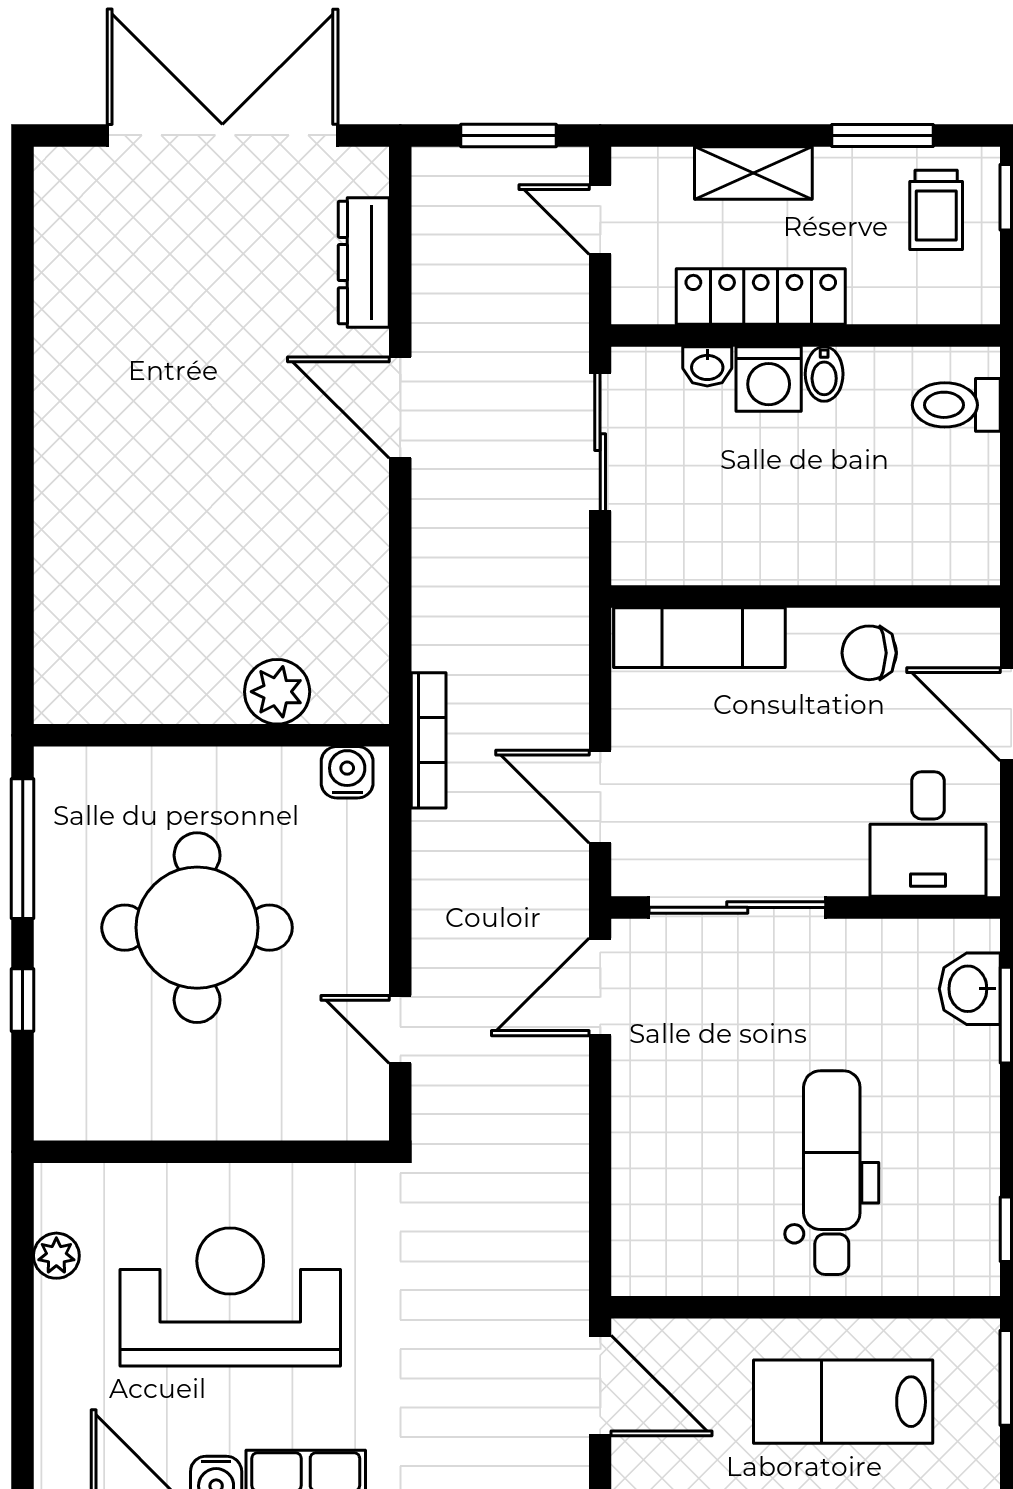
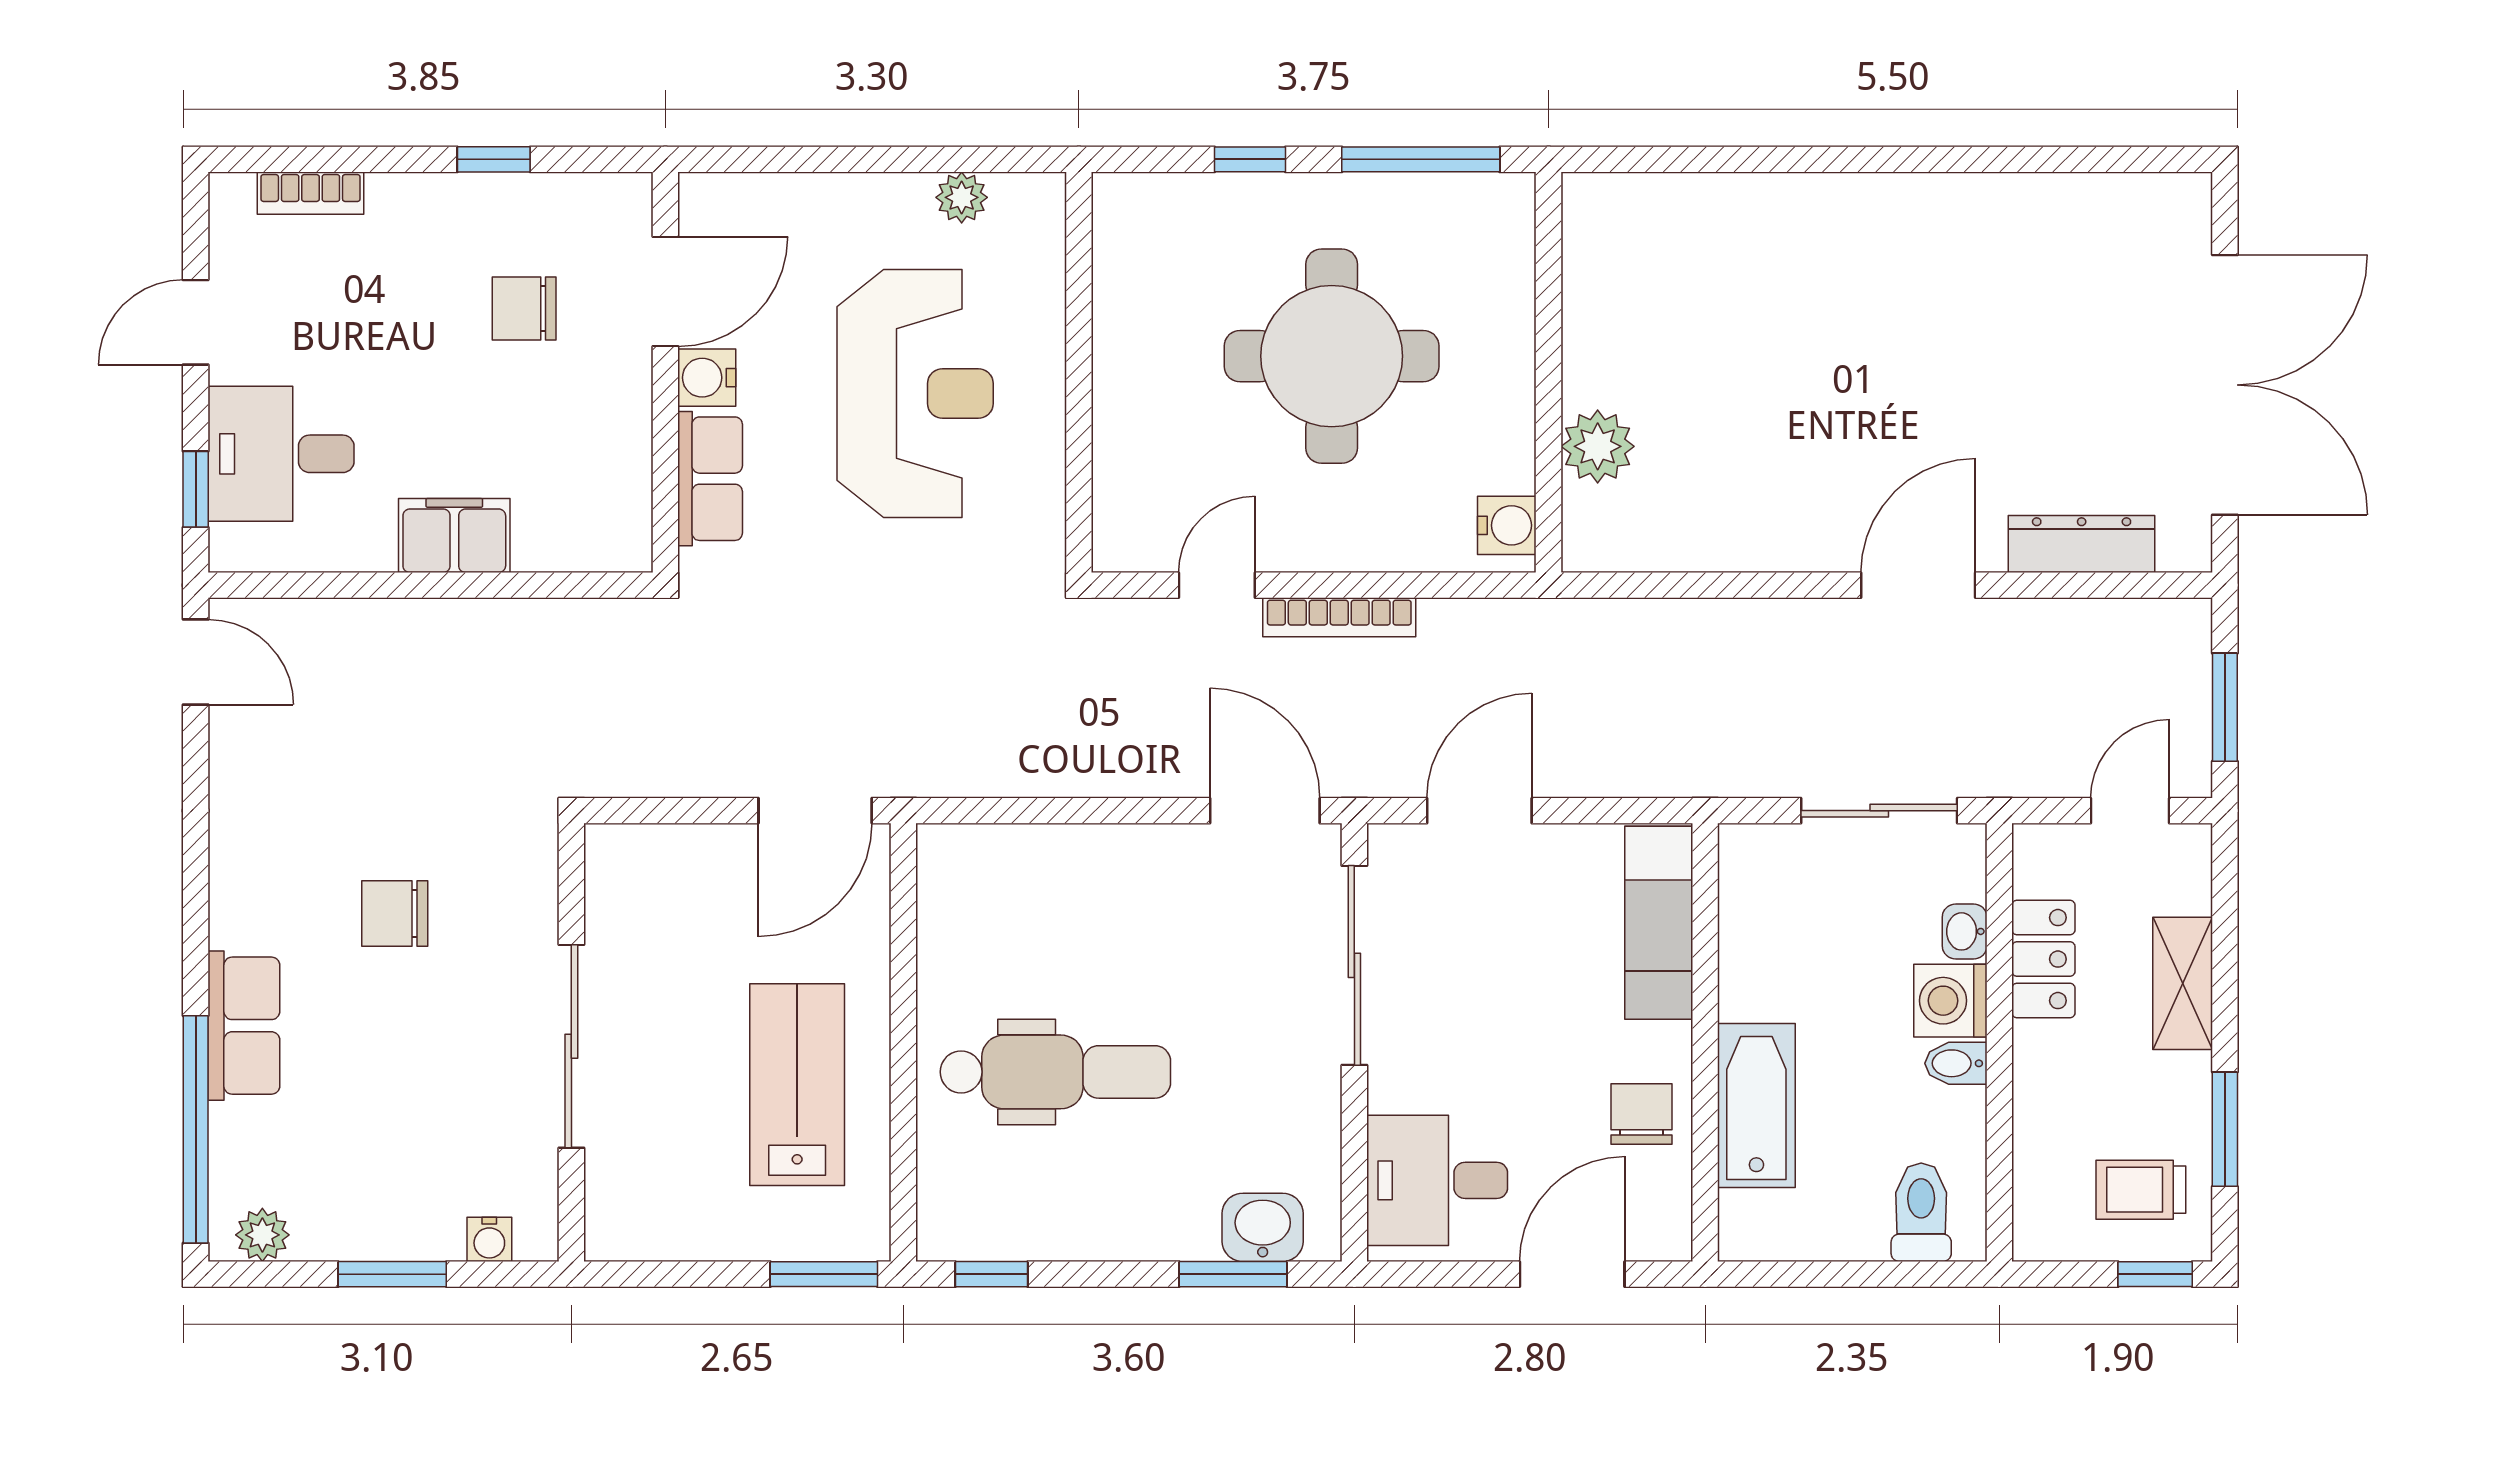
locker: (761, 296) -> (2043, 959), width x0.66
bathtub: (862, 551) -> (1756, 1105), added
bookcase: (429, 740) -> (1339, 617), moved

